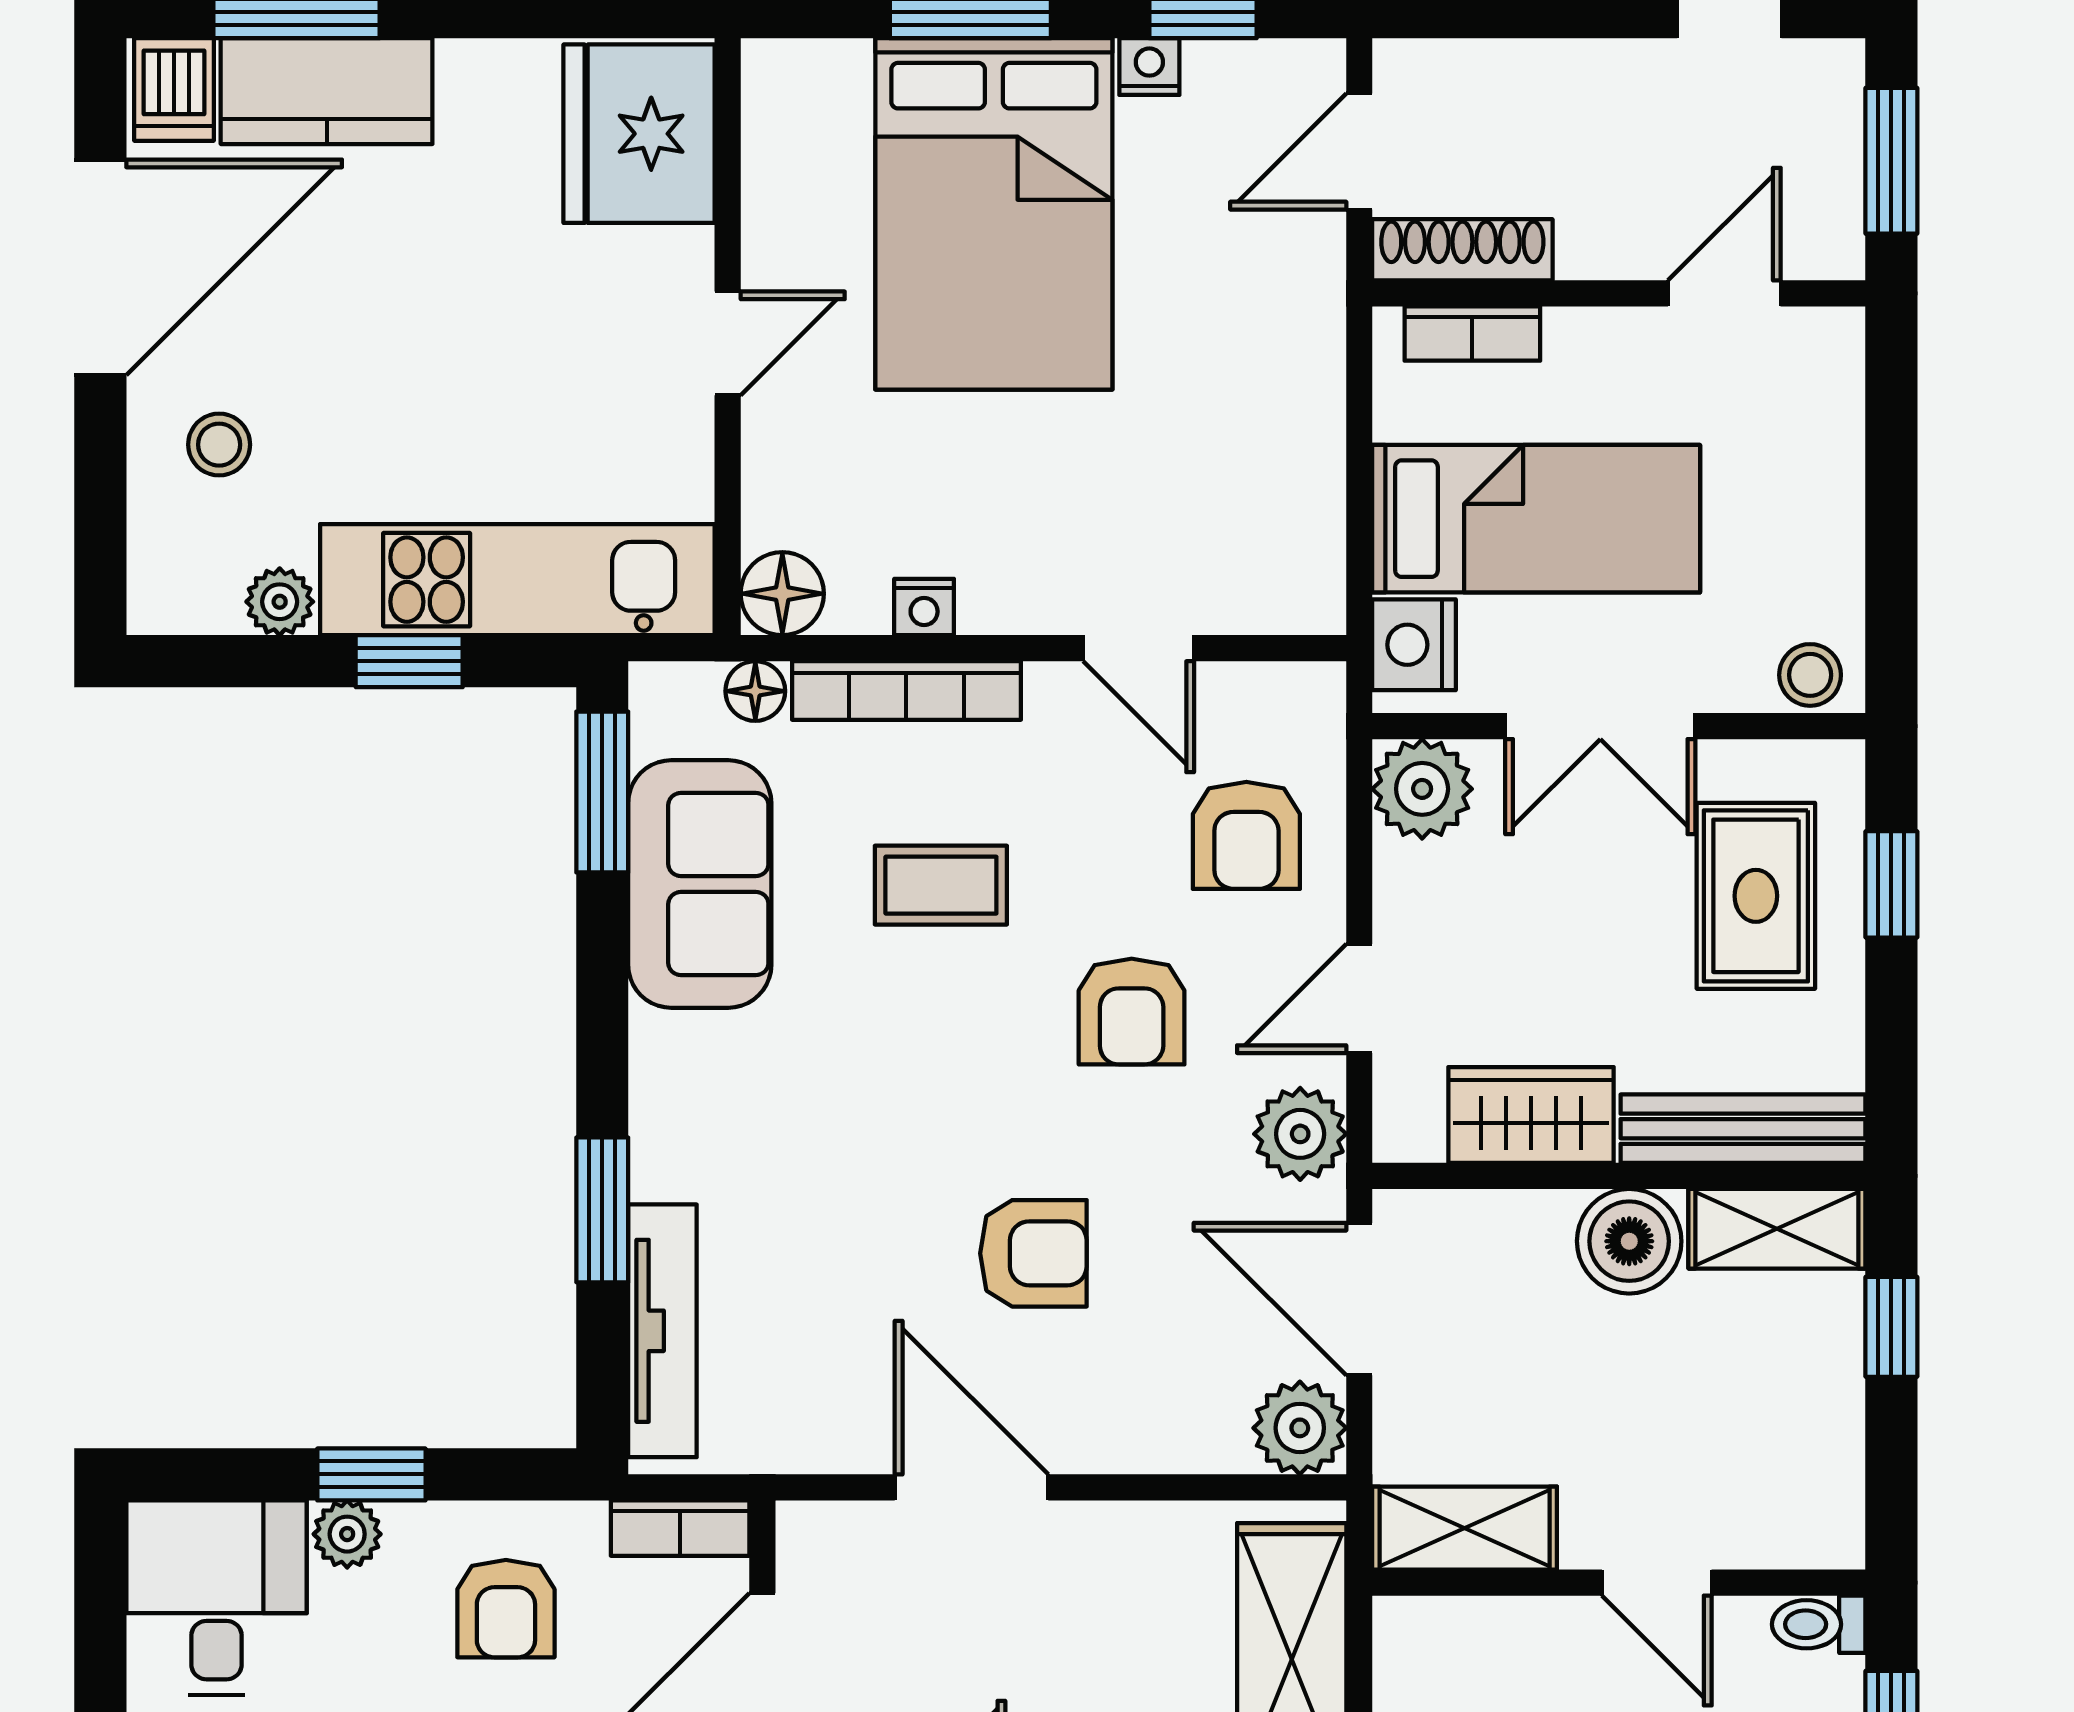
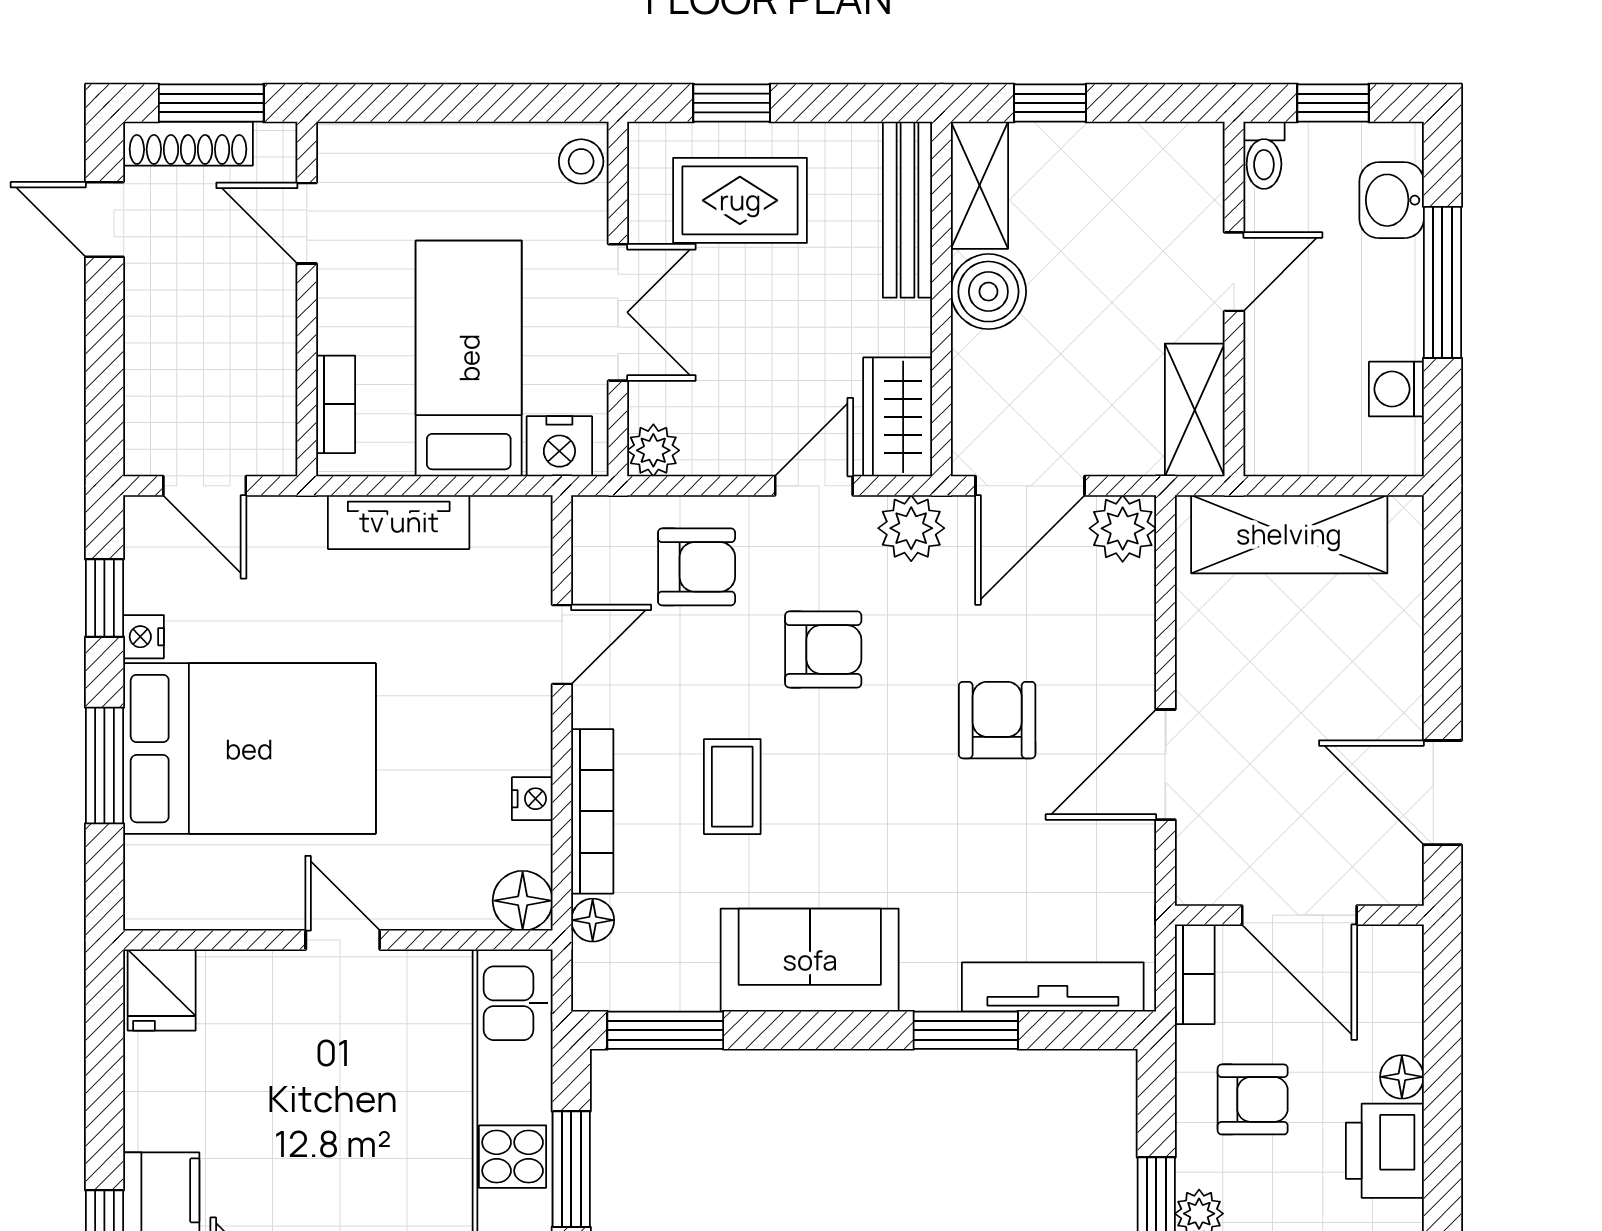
fridge: (639, 134) -> (162, 990), width x0.53, depth x0.75
shoe rack: (1462, 250) -> (188, 144), moved, turned -90
tv unit: (1309, 421) -> (399, 522), added
window: (409, 661) -> (571, 1169), width x1.50
plant: (1422, 789) -> (653, 450), width x0.73, depth x0.73
sofa: (700, 884) -> (810, 960), moved
door: (1359, 998) -> (814, 486), swing flipped
wardrobe: (1531, 1115) -> (898, 417), moved

